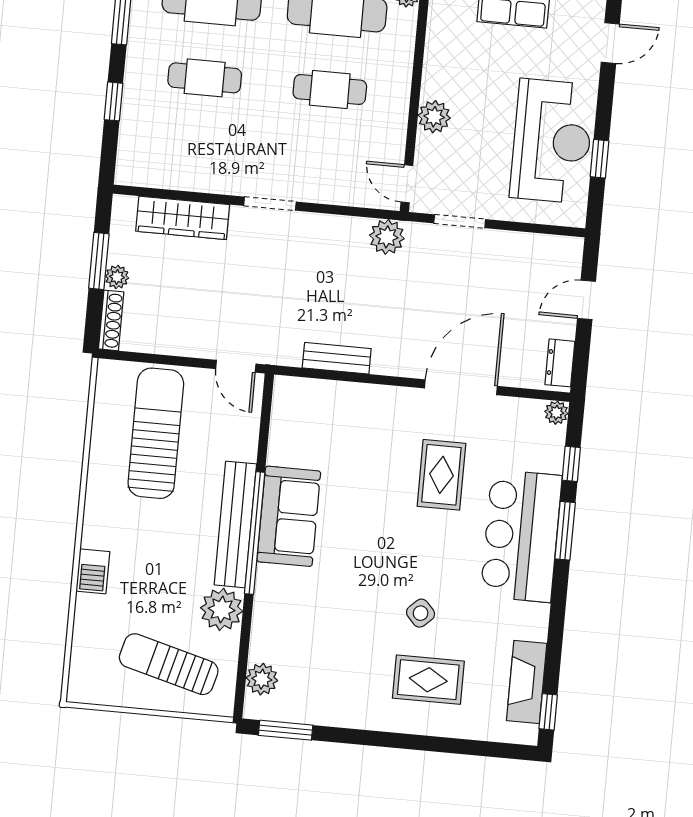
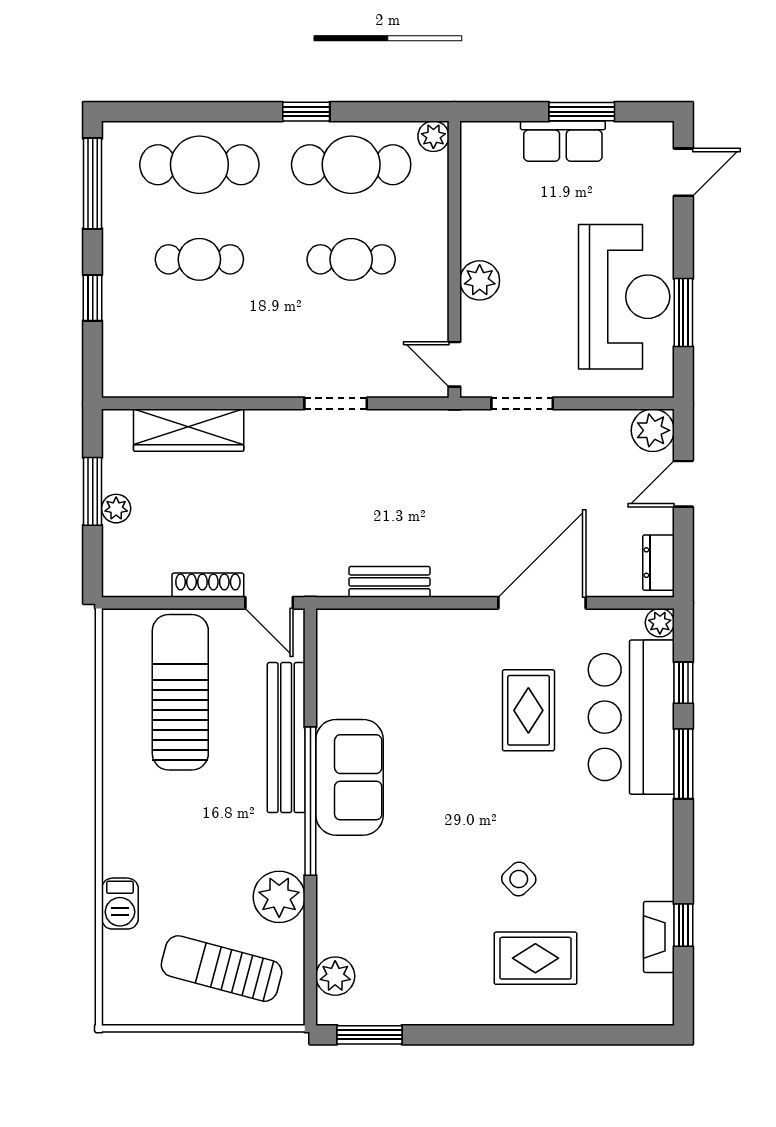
window: (600, 159) -> (683, 313), width x1.50
doorway: (270, 204) -> (336, 403), moved
plant: (387, 237) -> (653, 430), moved
shoe rack: (111, 320) -> (208, 585), moved, turned -90
bench: (235, 524) -> (286, 738), moved
bar counter: (521, 536) -> (631, 717), moved
barbecue: (93, 571) -> (120, 904), moved
fireplace: (527, 682) -> (659, 937), width x0.73, depth x0.76
window: (548, 712) -> (683, 925), moved

